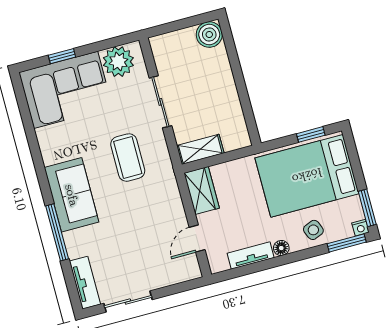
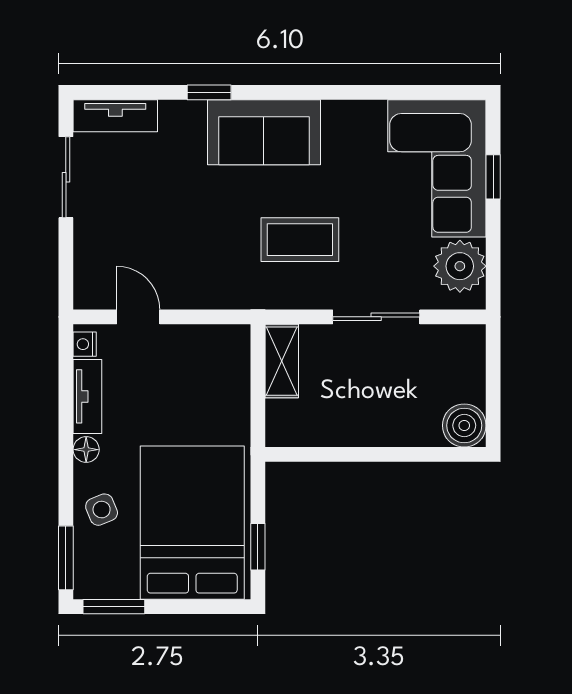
wardrobe: (202, 191) -> (214, 345), removed
nightstand: (361, 228) -> (85, 344), moved
window: (57, 232) -> (209, 92), width x0.46

